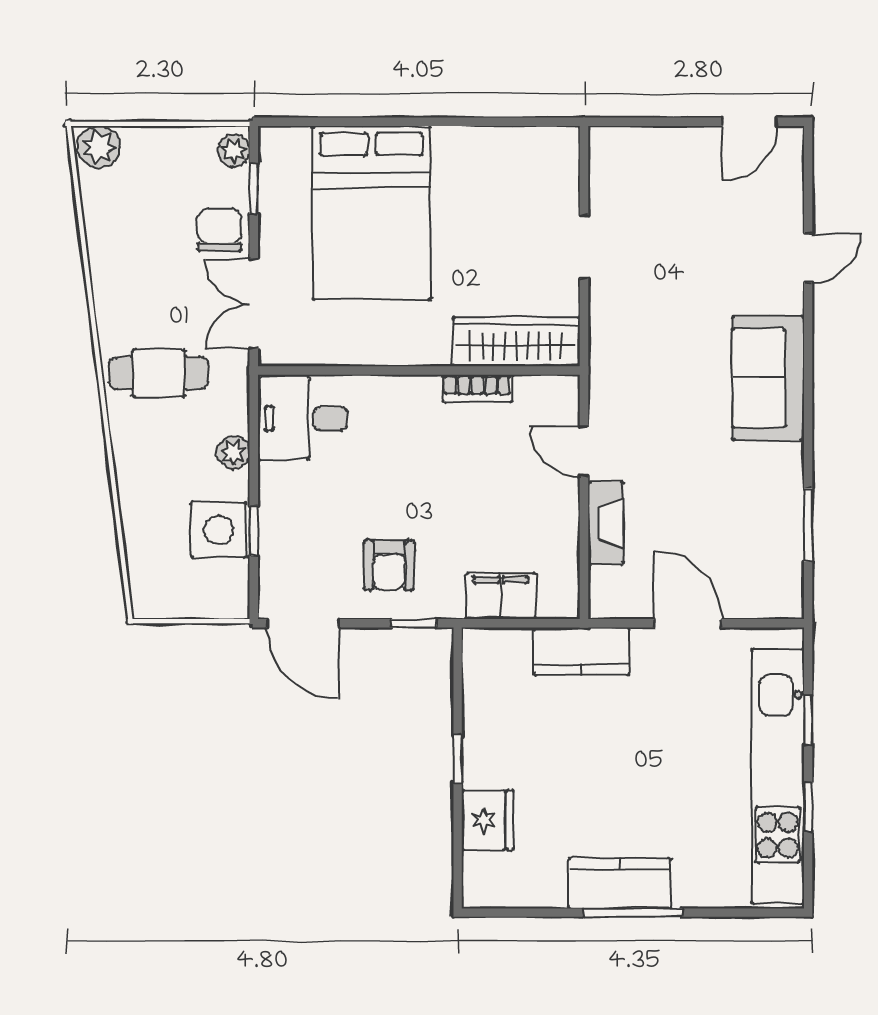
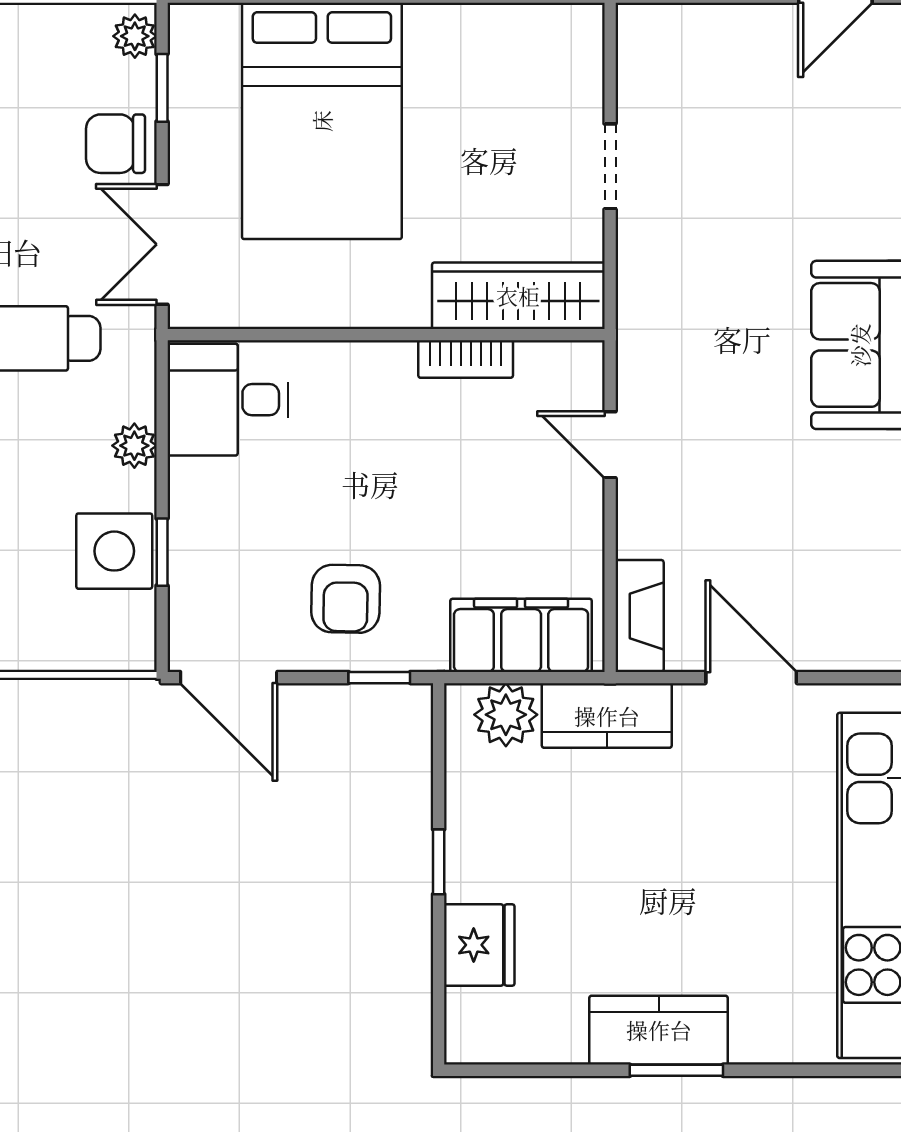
chair: (219, 230) -> (116, 144), turned -90
fireplace: (606, 523) -> (640, 616), moved
filing cabinet: (501, 596) -> (521, 635), width x1.50, depth x1.17
plant: (507, 651) -> (506, 715), added
window: (633, 913) -> (676, 1070), width x0.69

